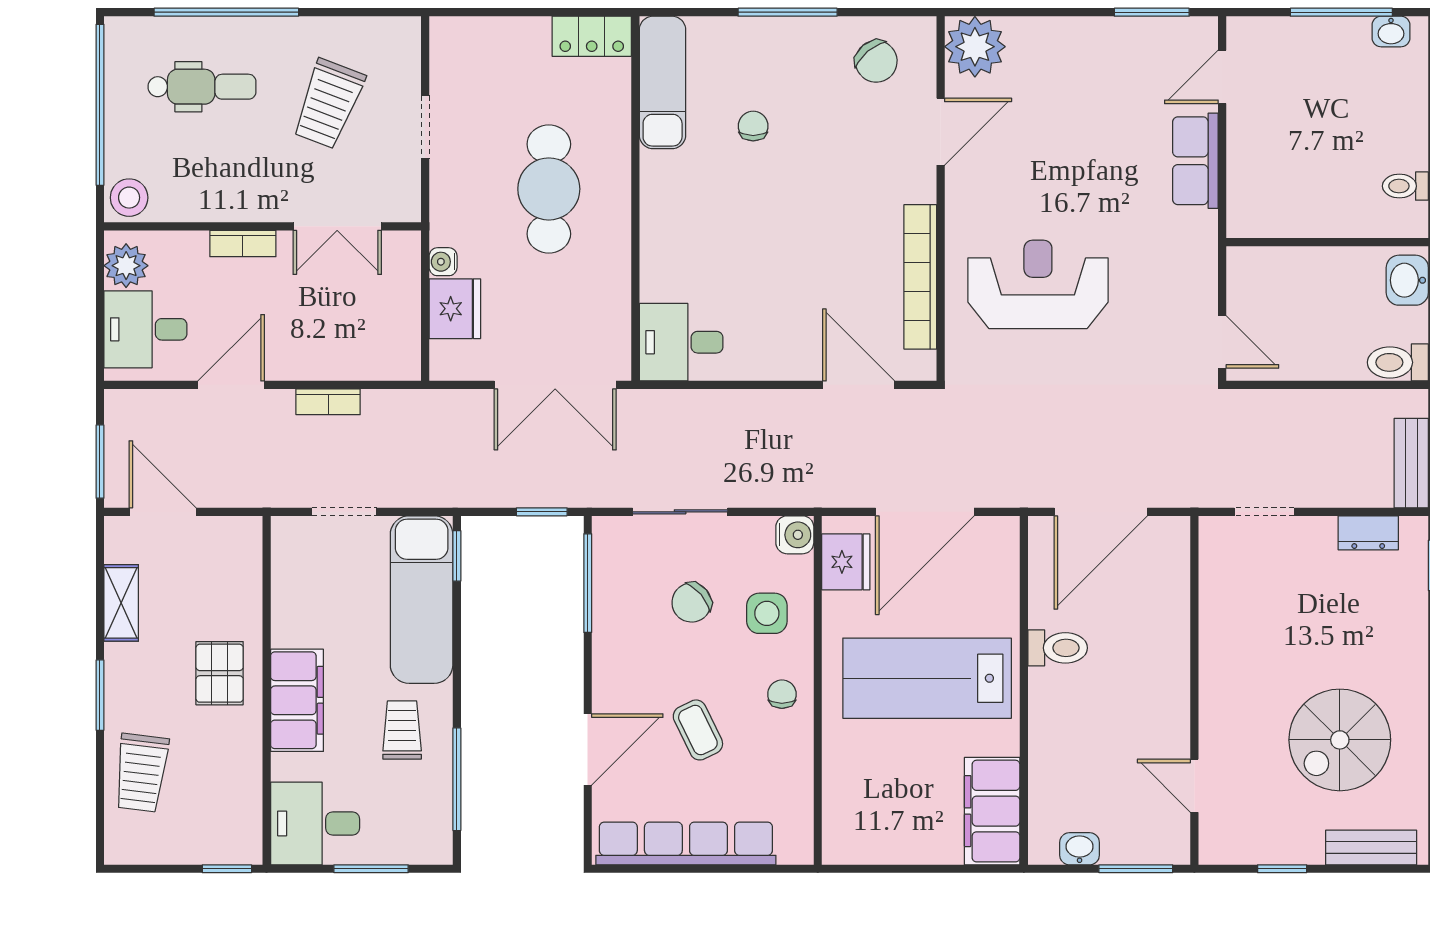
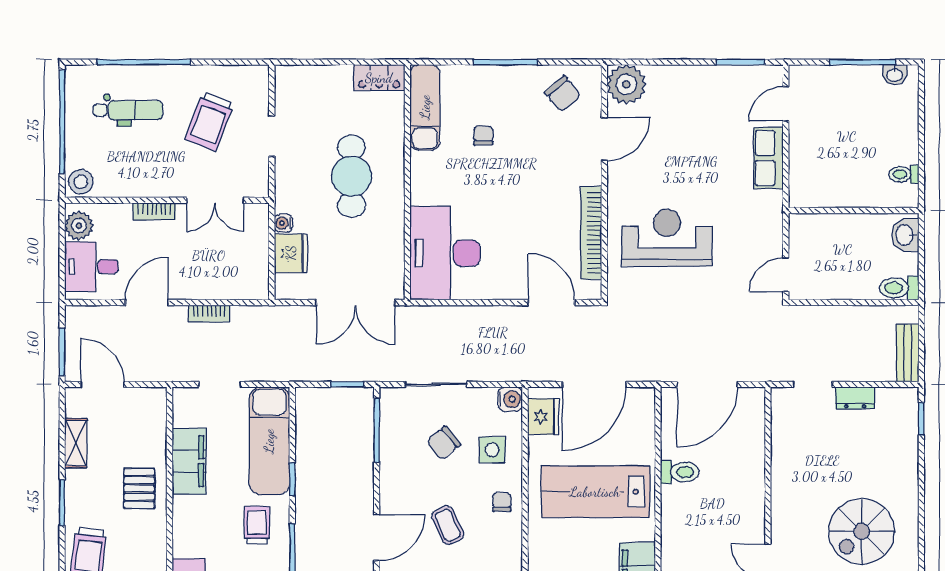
desk: (681, 342) -> (445, 253), width x1.87, depth x1.30
door: (1222, 342) -> (786, 275), swing flipped
dresser: (1368, 533) -> (855, 398), moved
window: (457, 556) -> (292, 479), moved
filing cabinet: (297, 700) -> (189, 461), moved

